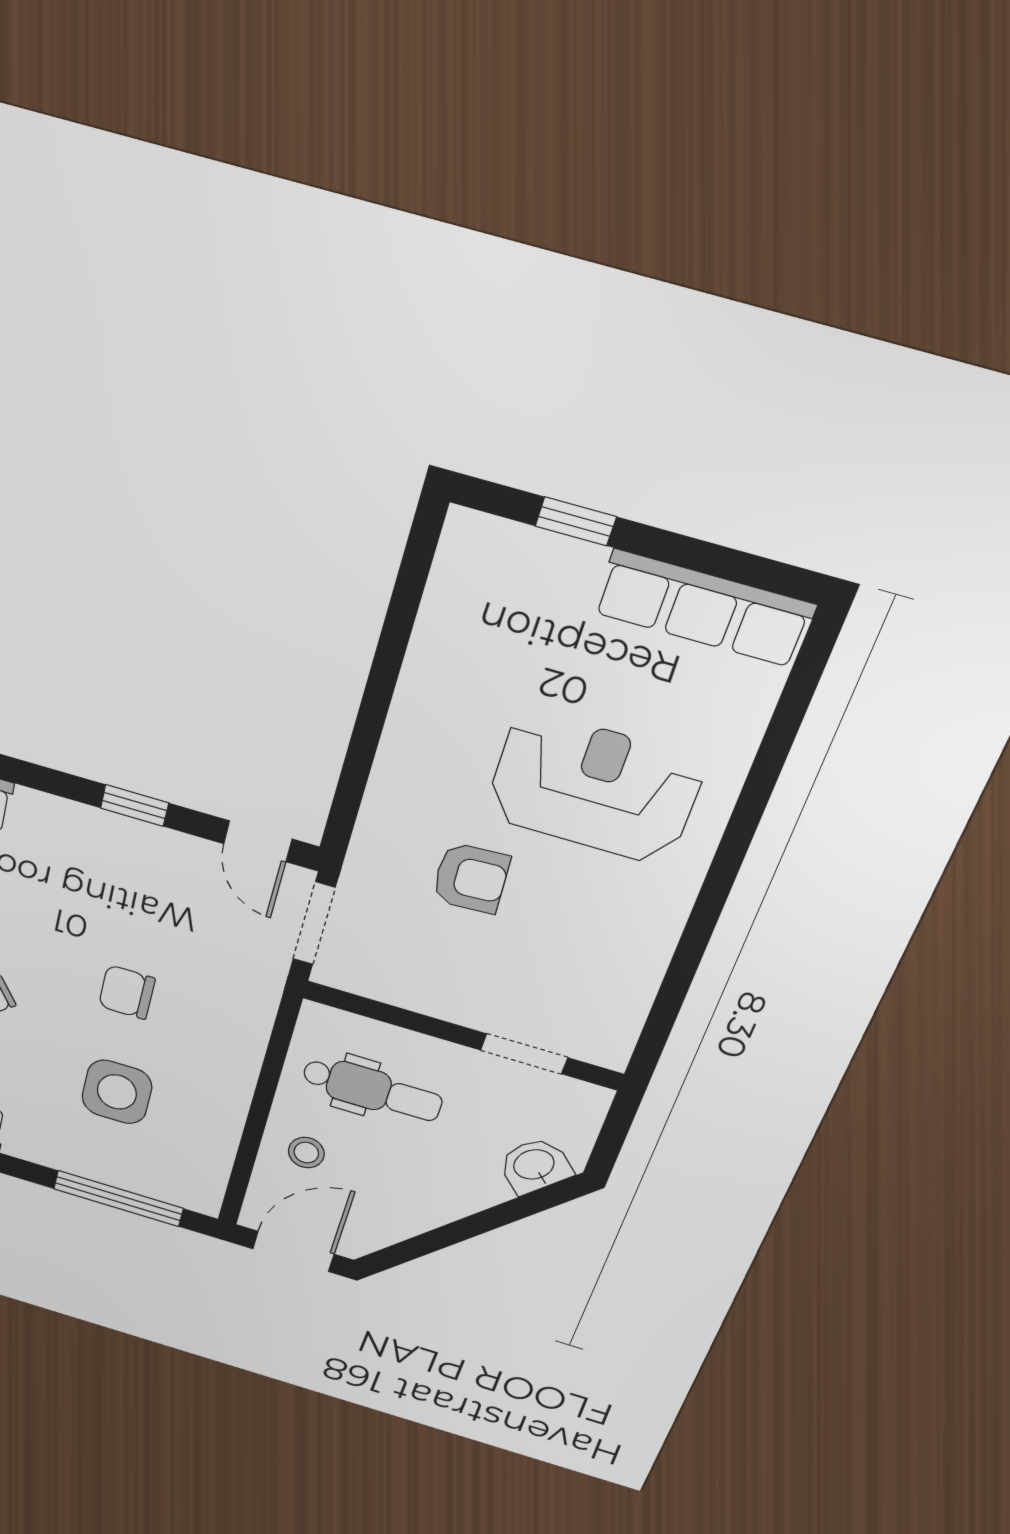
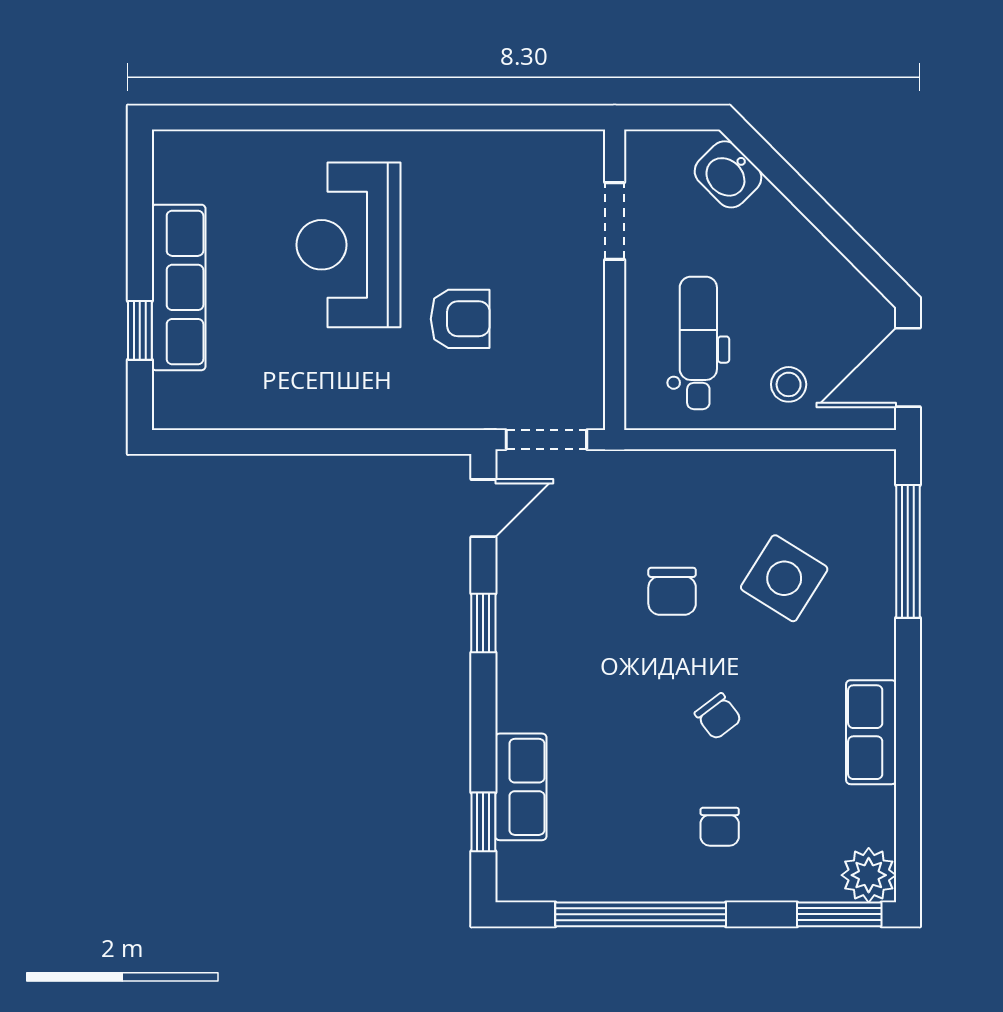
row of seats: (703, 608) -> (179, 287), moved
armchair: (471, 878) -> (460, 319), turned 93
side table: (117, 1092) -> (784, 578), turned 32
door: (293, 1251) -> (908, 367), hinge flipped

